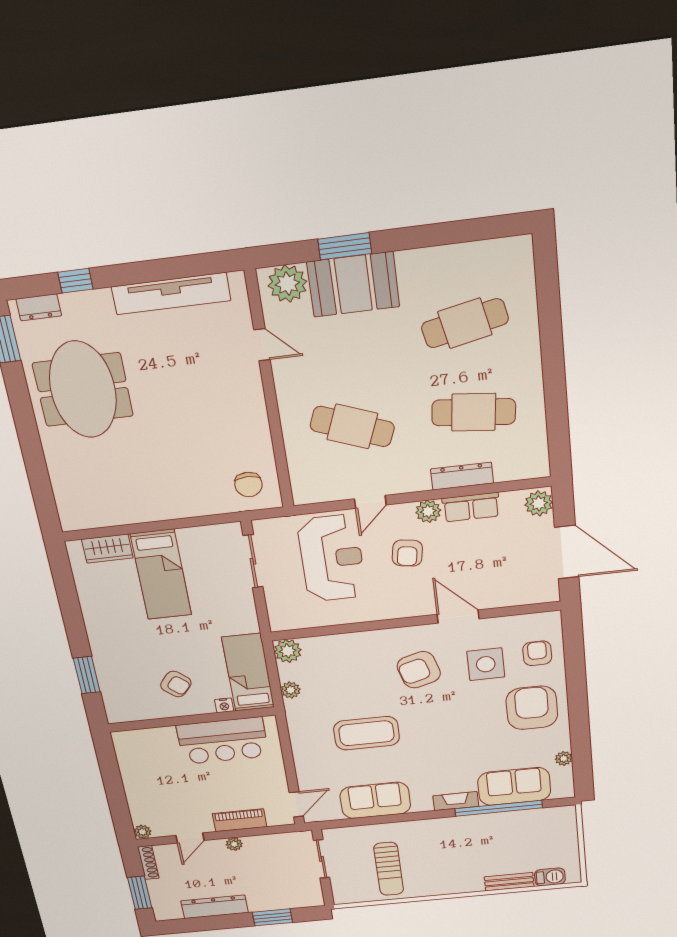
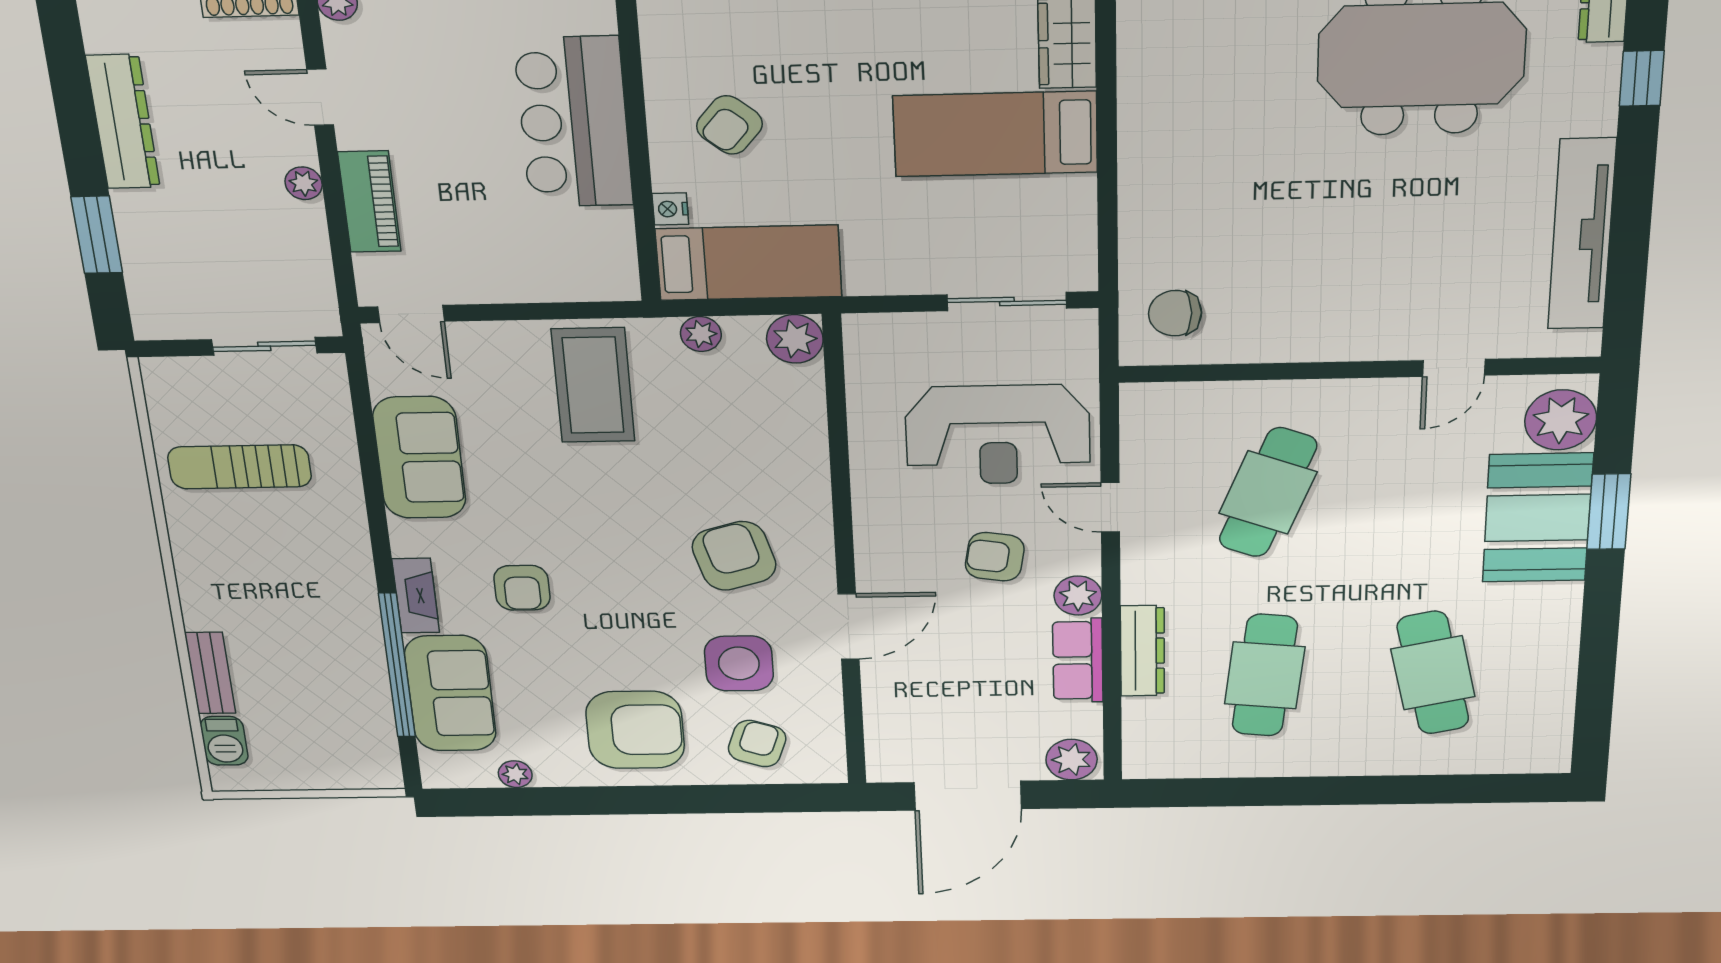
armchair: (537, 653) -> (757, 744), turned -71
coffee table: (367, 733) -> (593, 385), moved
bar counter: (223, 741) -> (574, 122), moved
armchair: (447, 758) -> (522, 588), added

